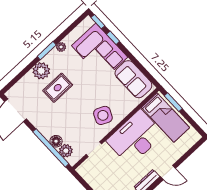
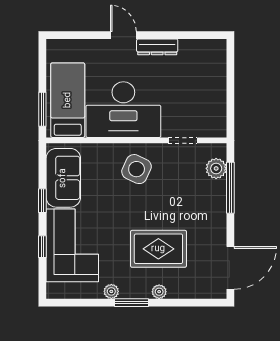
window: (98, 22) -> (42, 201), moved
plant: (41, 71) -> (159, 292), width x0.53, depth x0.53
rug: (58, 88) -> (158, 249), width x1.36, depth x1.43
floor lamp: (56, 141) -> (217, 190), removed
window: (51, 148) -> (230, 188), width x0.68

